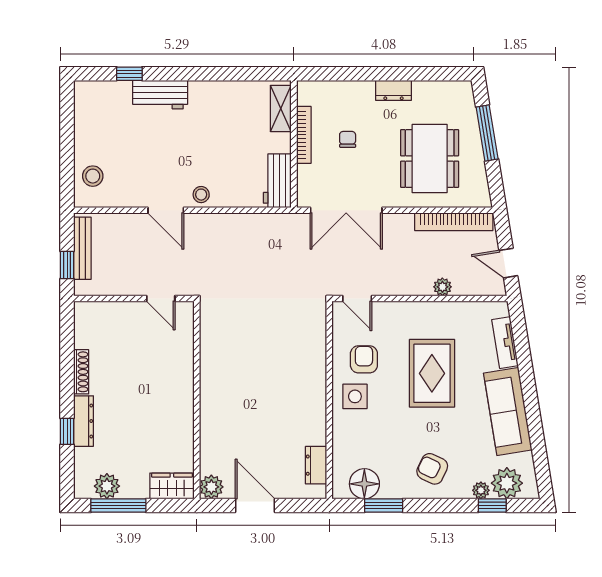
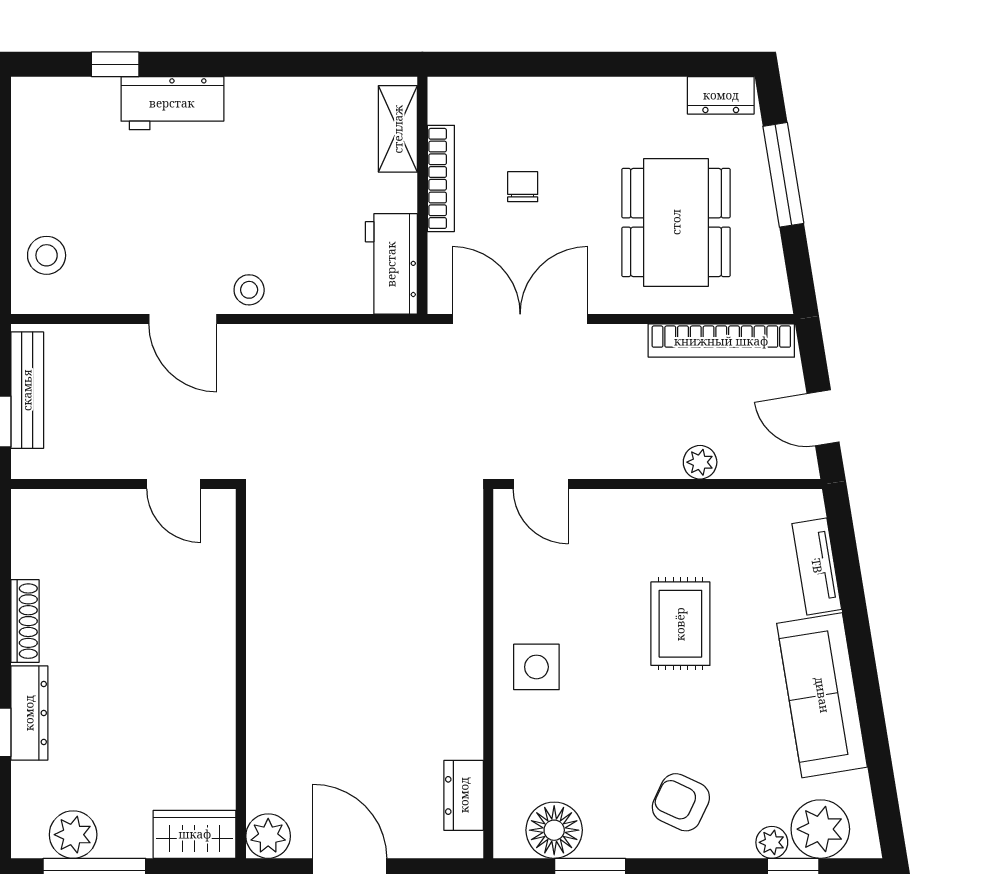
dresser: (394, 90) -> (721, 95), moved
double door: (346, 210) -> (520, 319), swing flipped
armchair: (364, 359) -> (553, 598), removed
rug: (432, 373) -> (680, 624), width x0.73, depth x0.70

